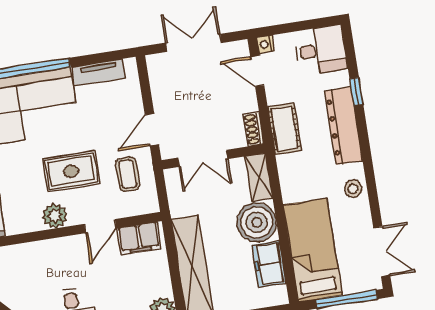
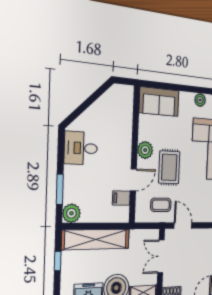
door: (100, 226) -> (133, 180), swing flipped
filing cabinet: (139, 238) -> (121, 198), width x0.50

